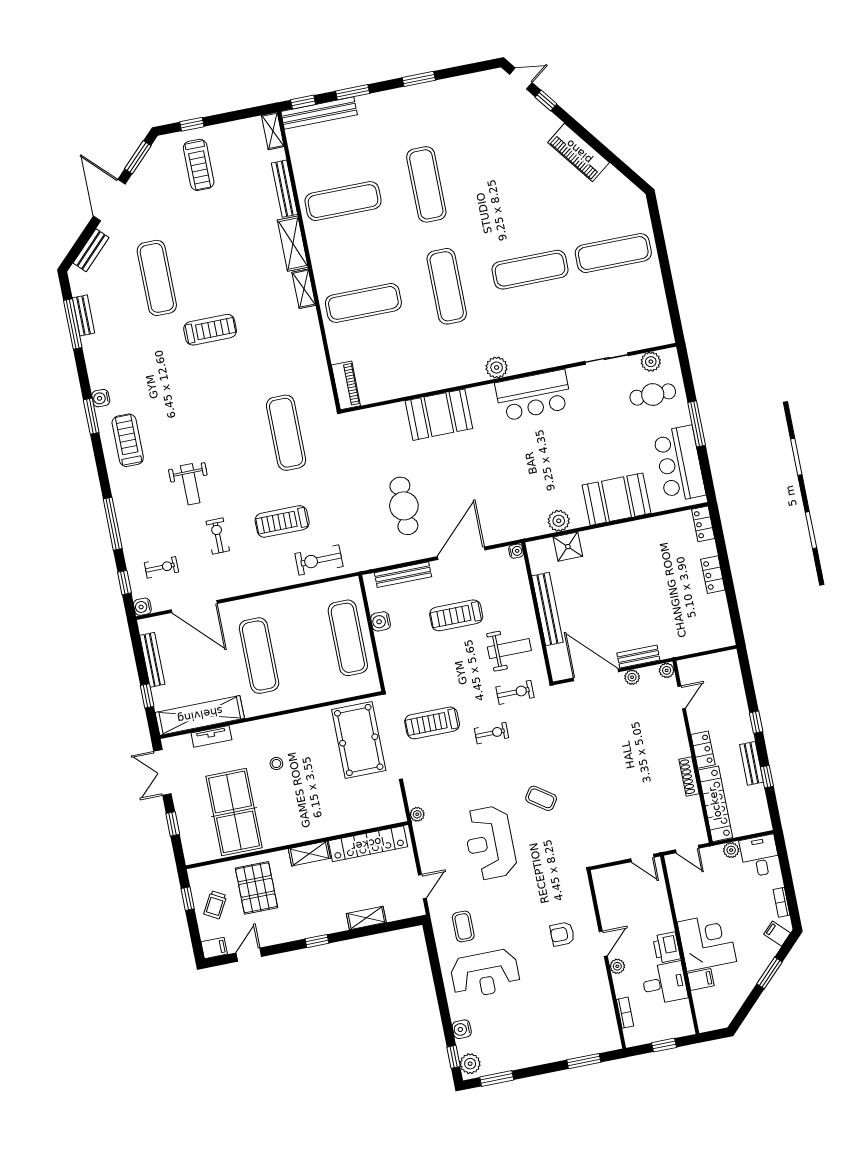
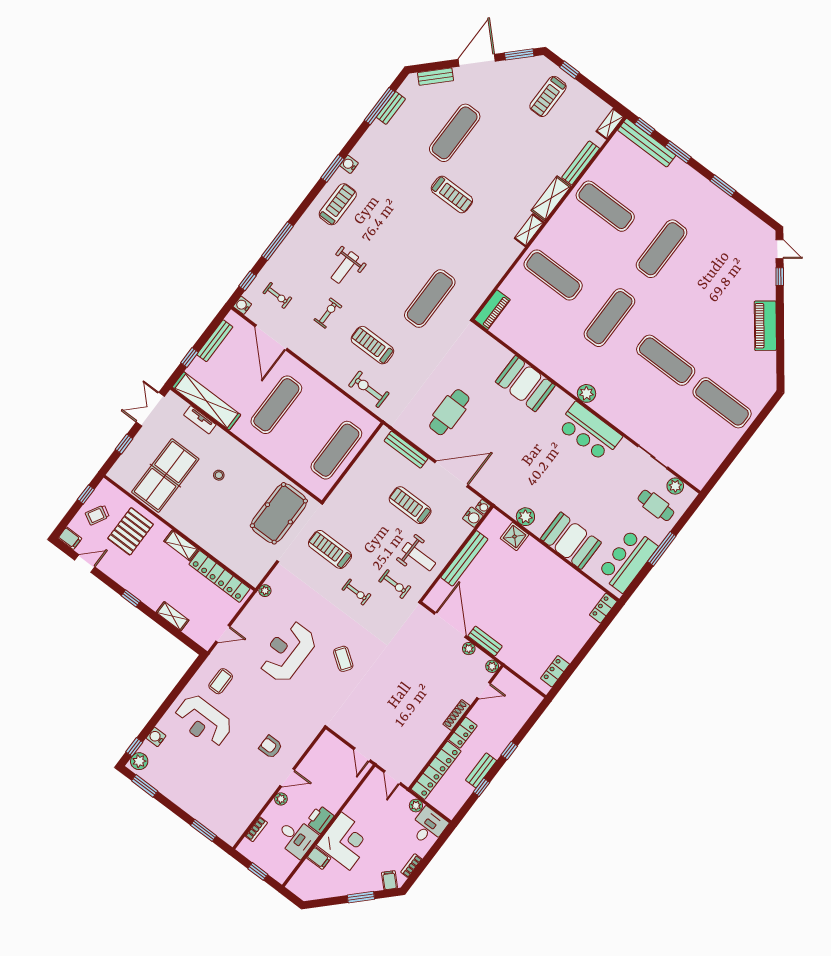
locker: (713, 575) -> (555, 671), moved
water cooler: (381, 621) -> (473, 517), moved, turned 180
shoe rack: (689, 776) -> (456, 715), moved

